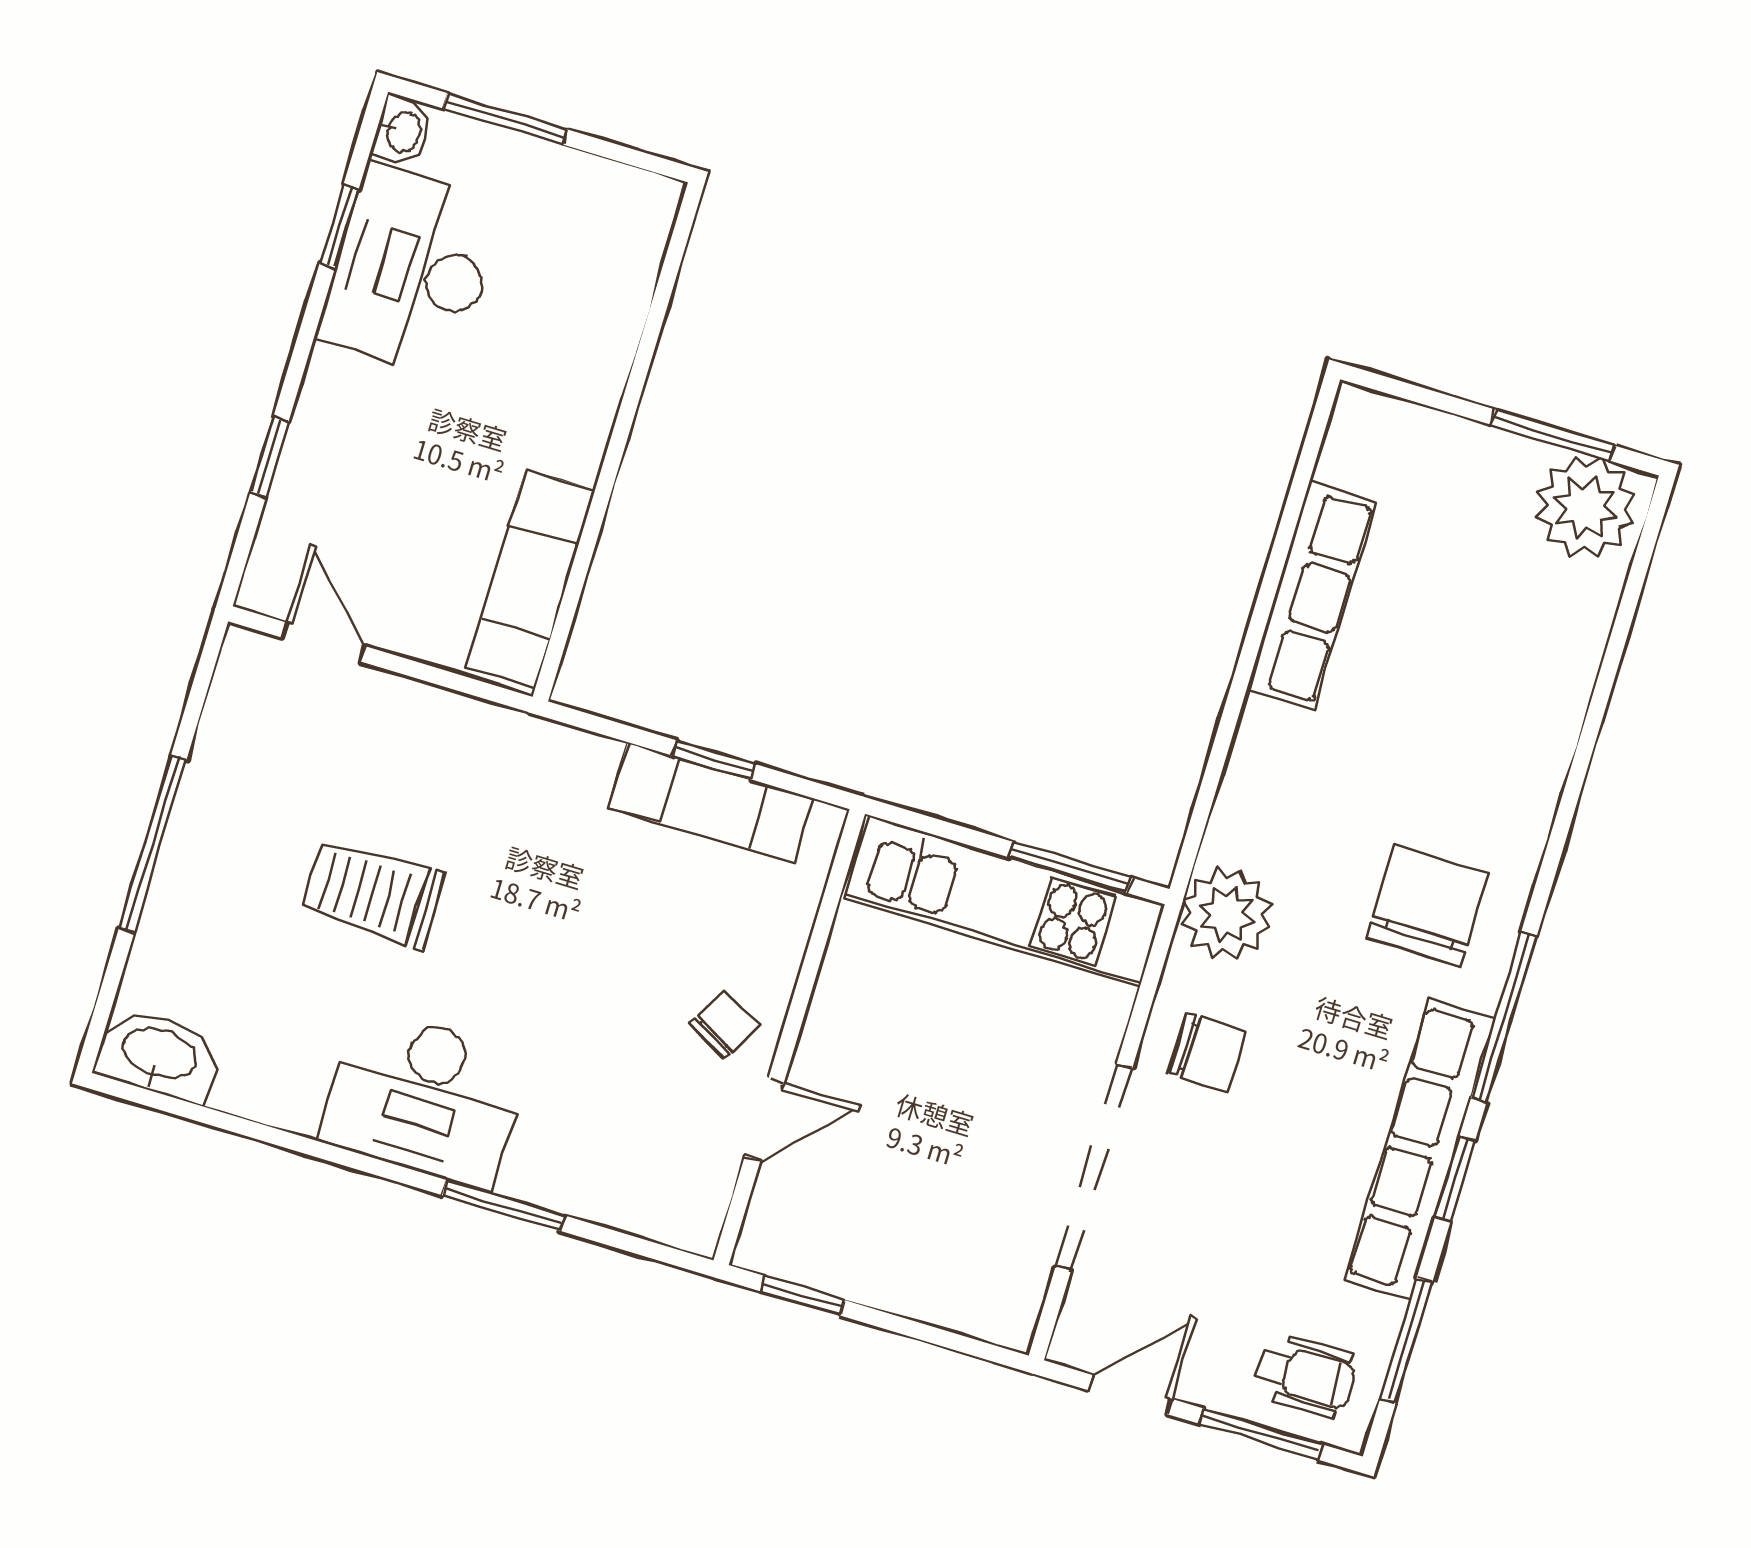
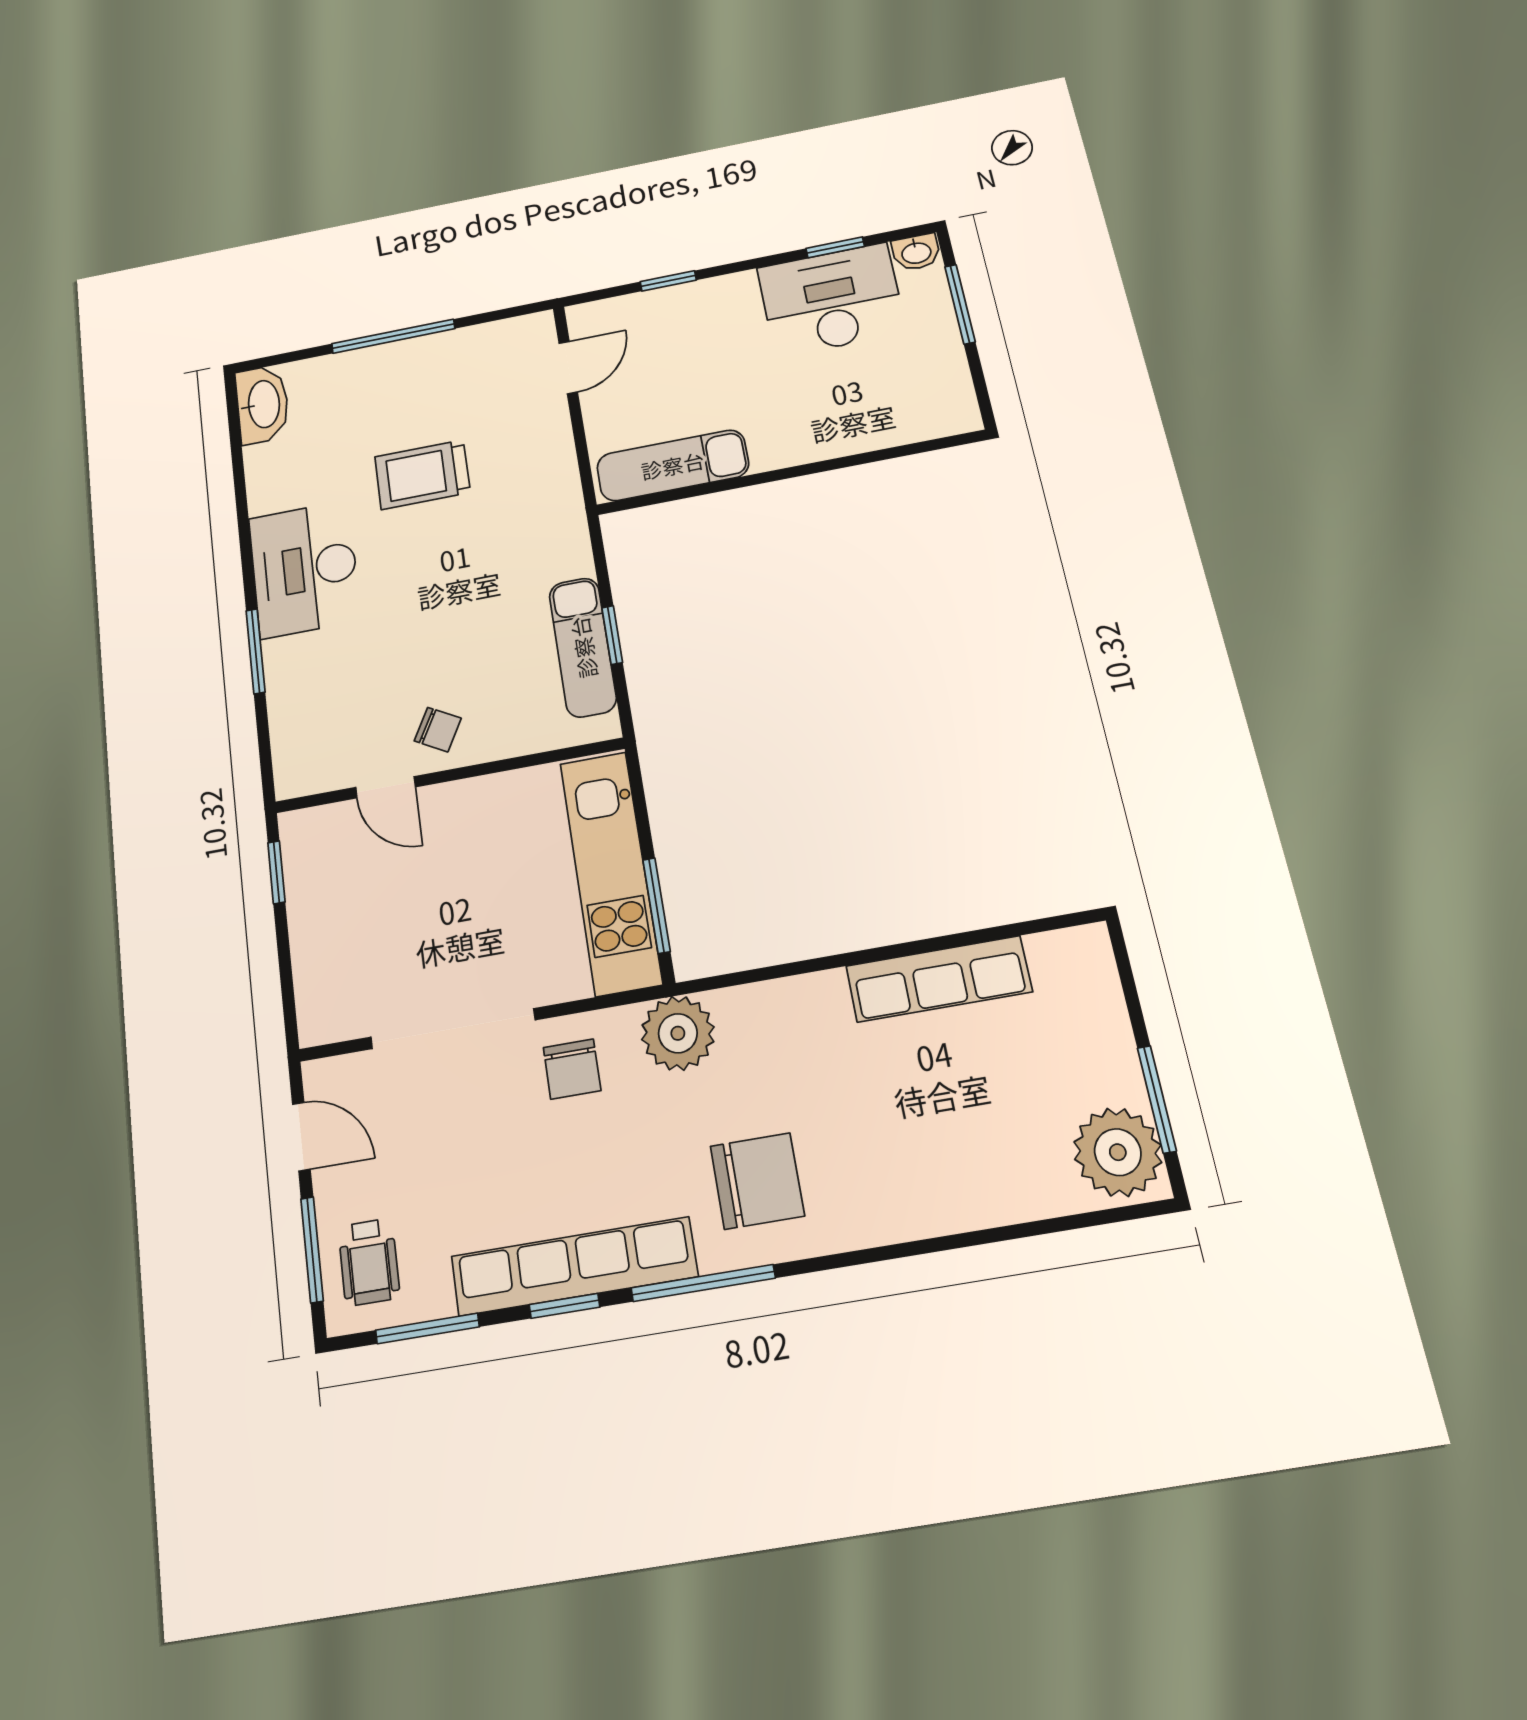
trolley: (373, 894) -> (422, 475), turned -90

